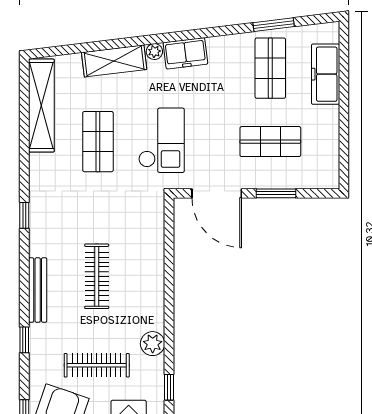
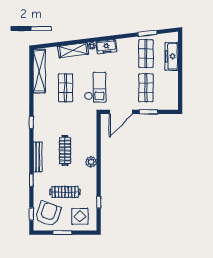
shop shelf: (270, 142) -> (146, 88), turned 90
door: (217, 193) -> (121, 112), hinge flipped
plant: (153, 344) -> (91, 162), moved

